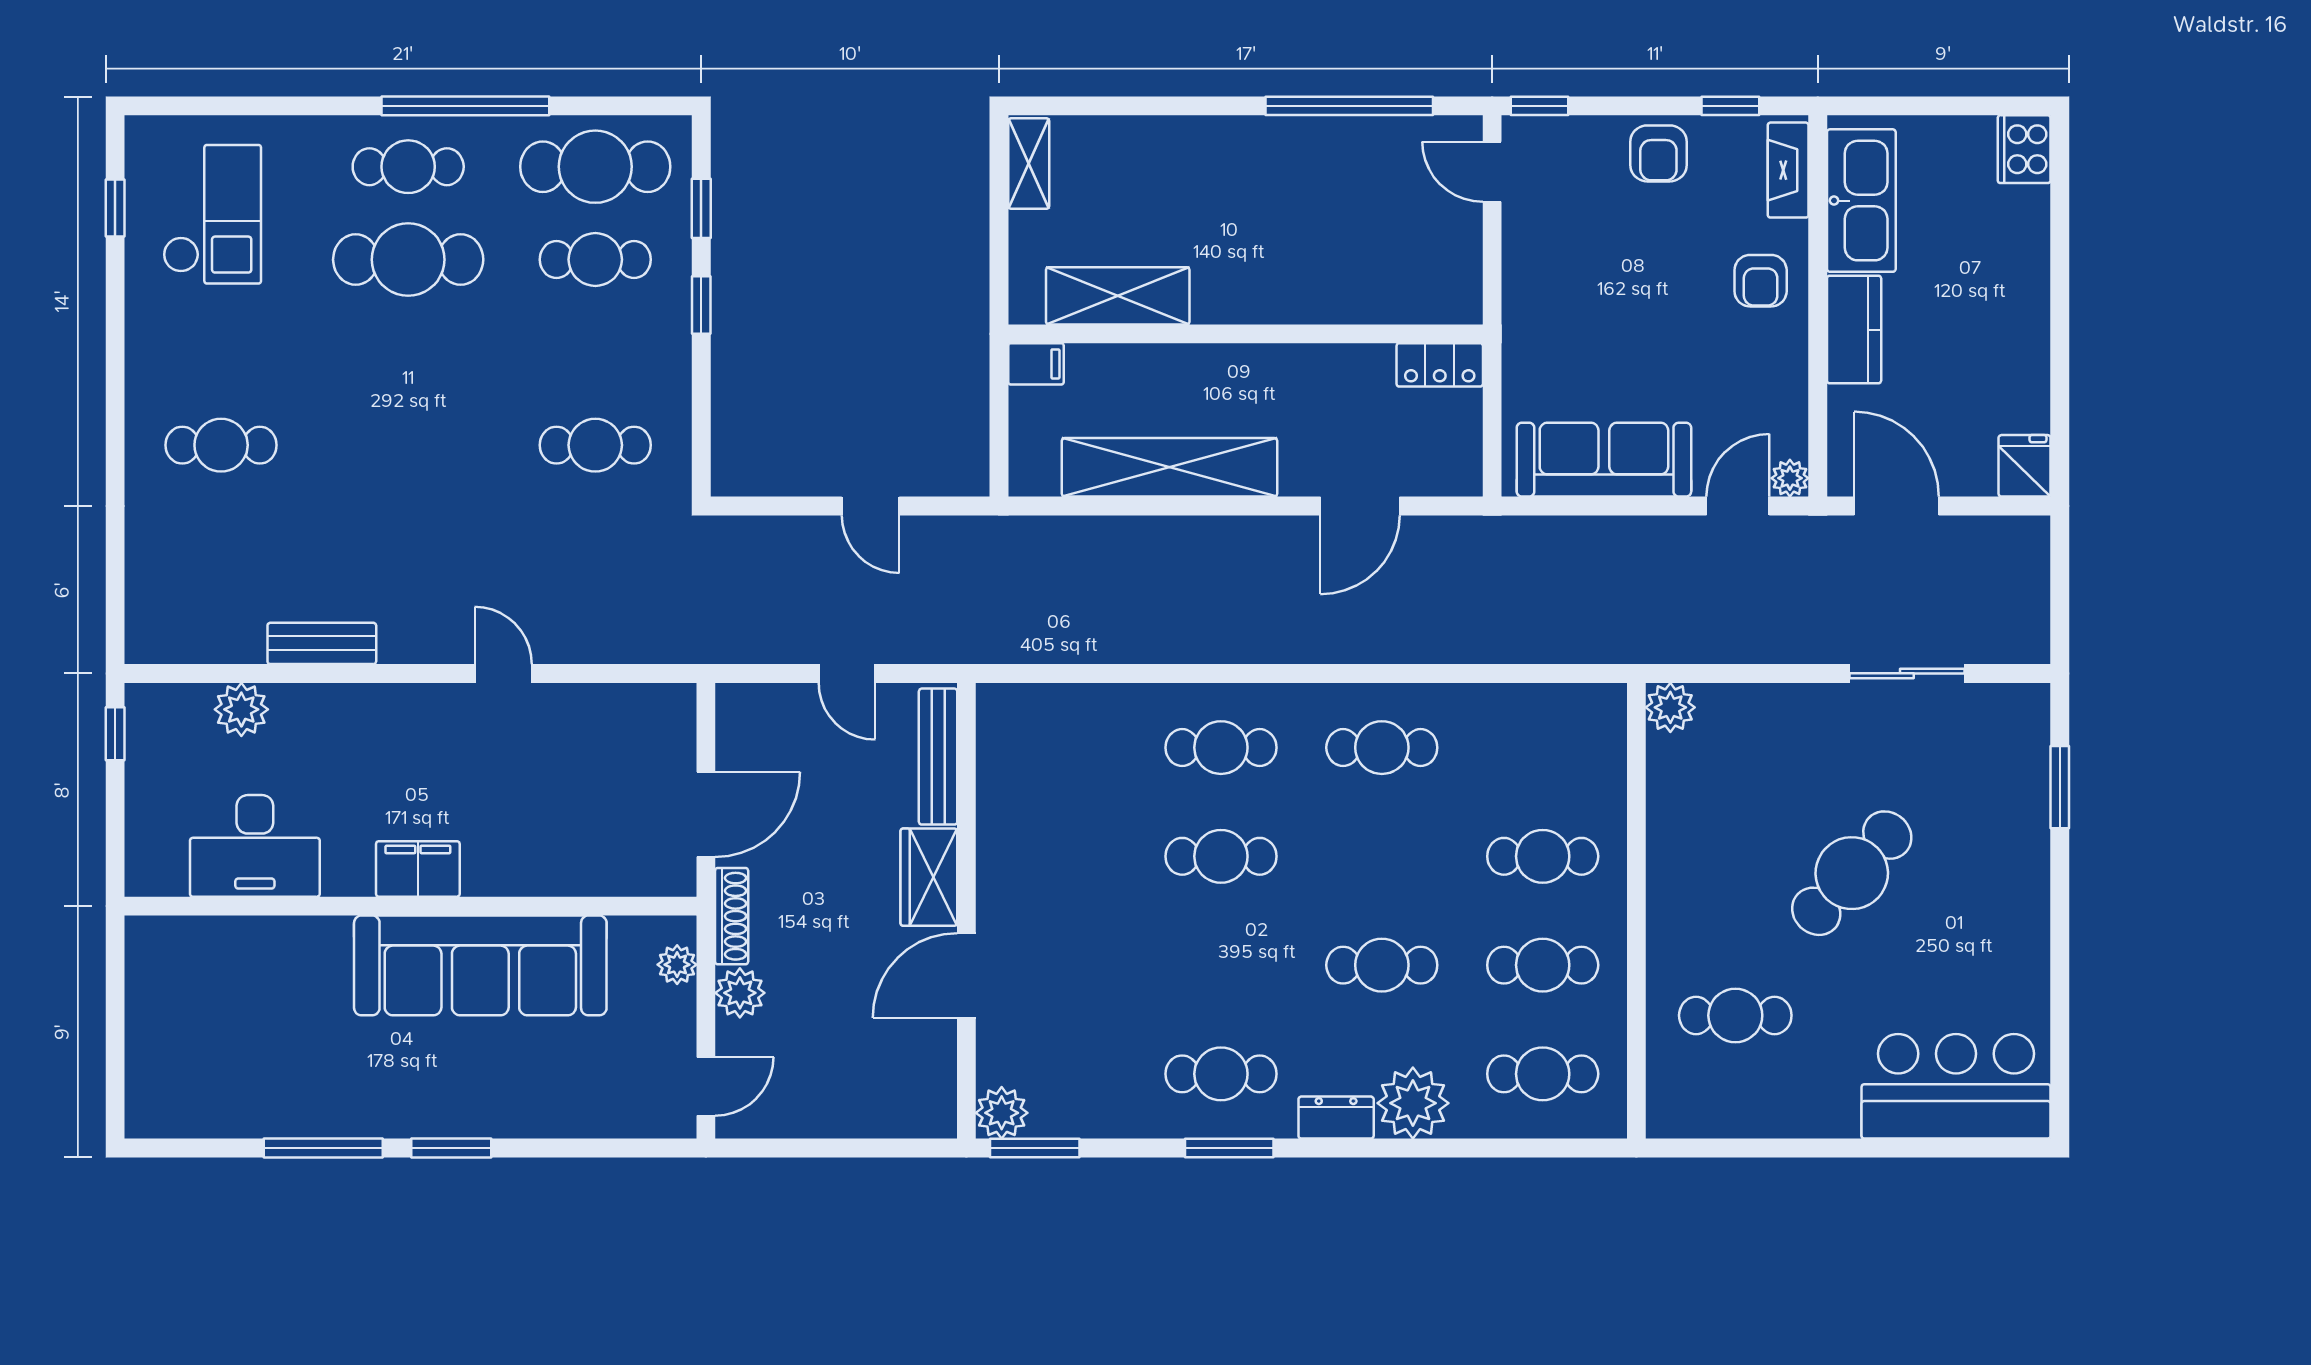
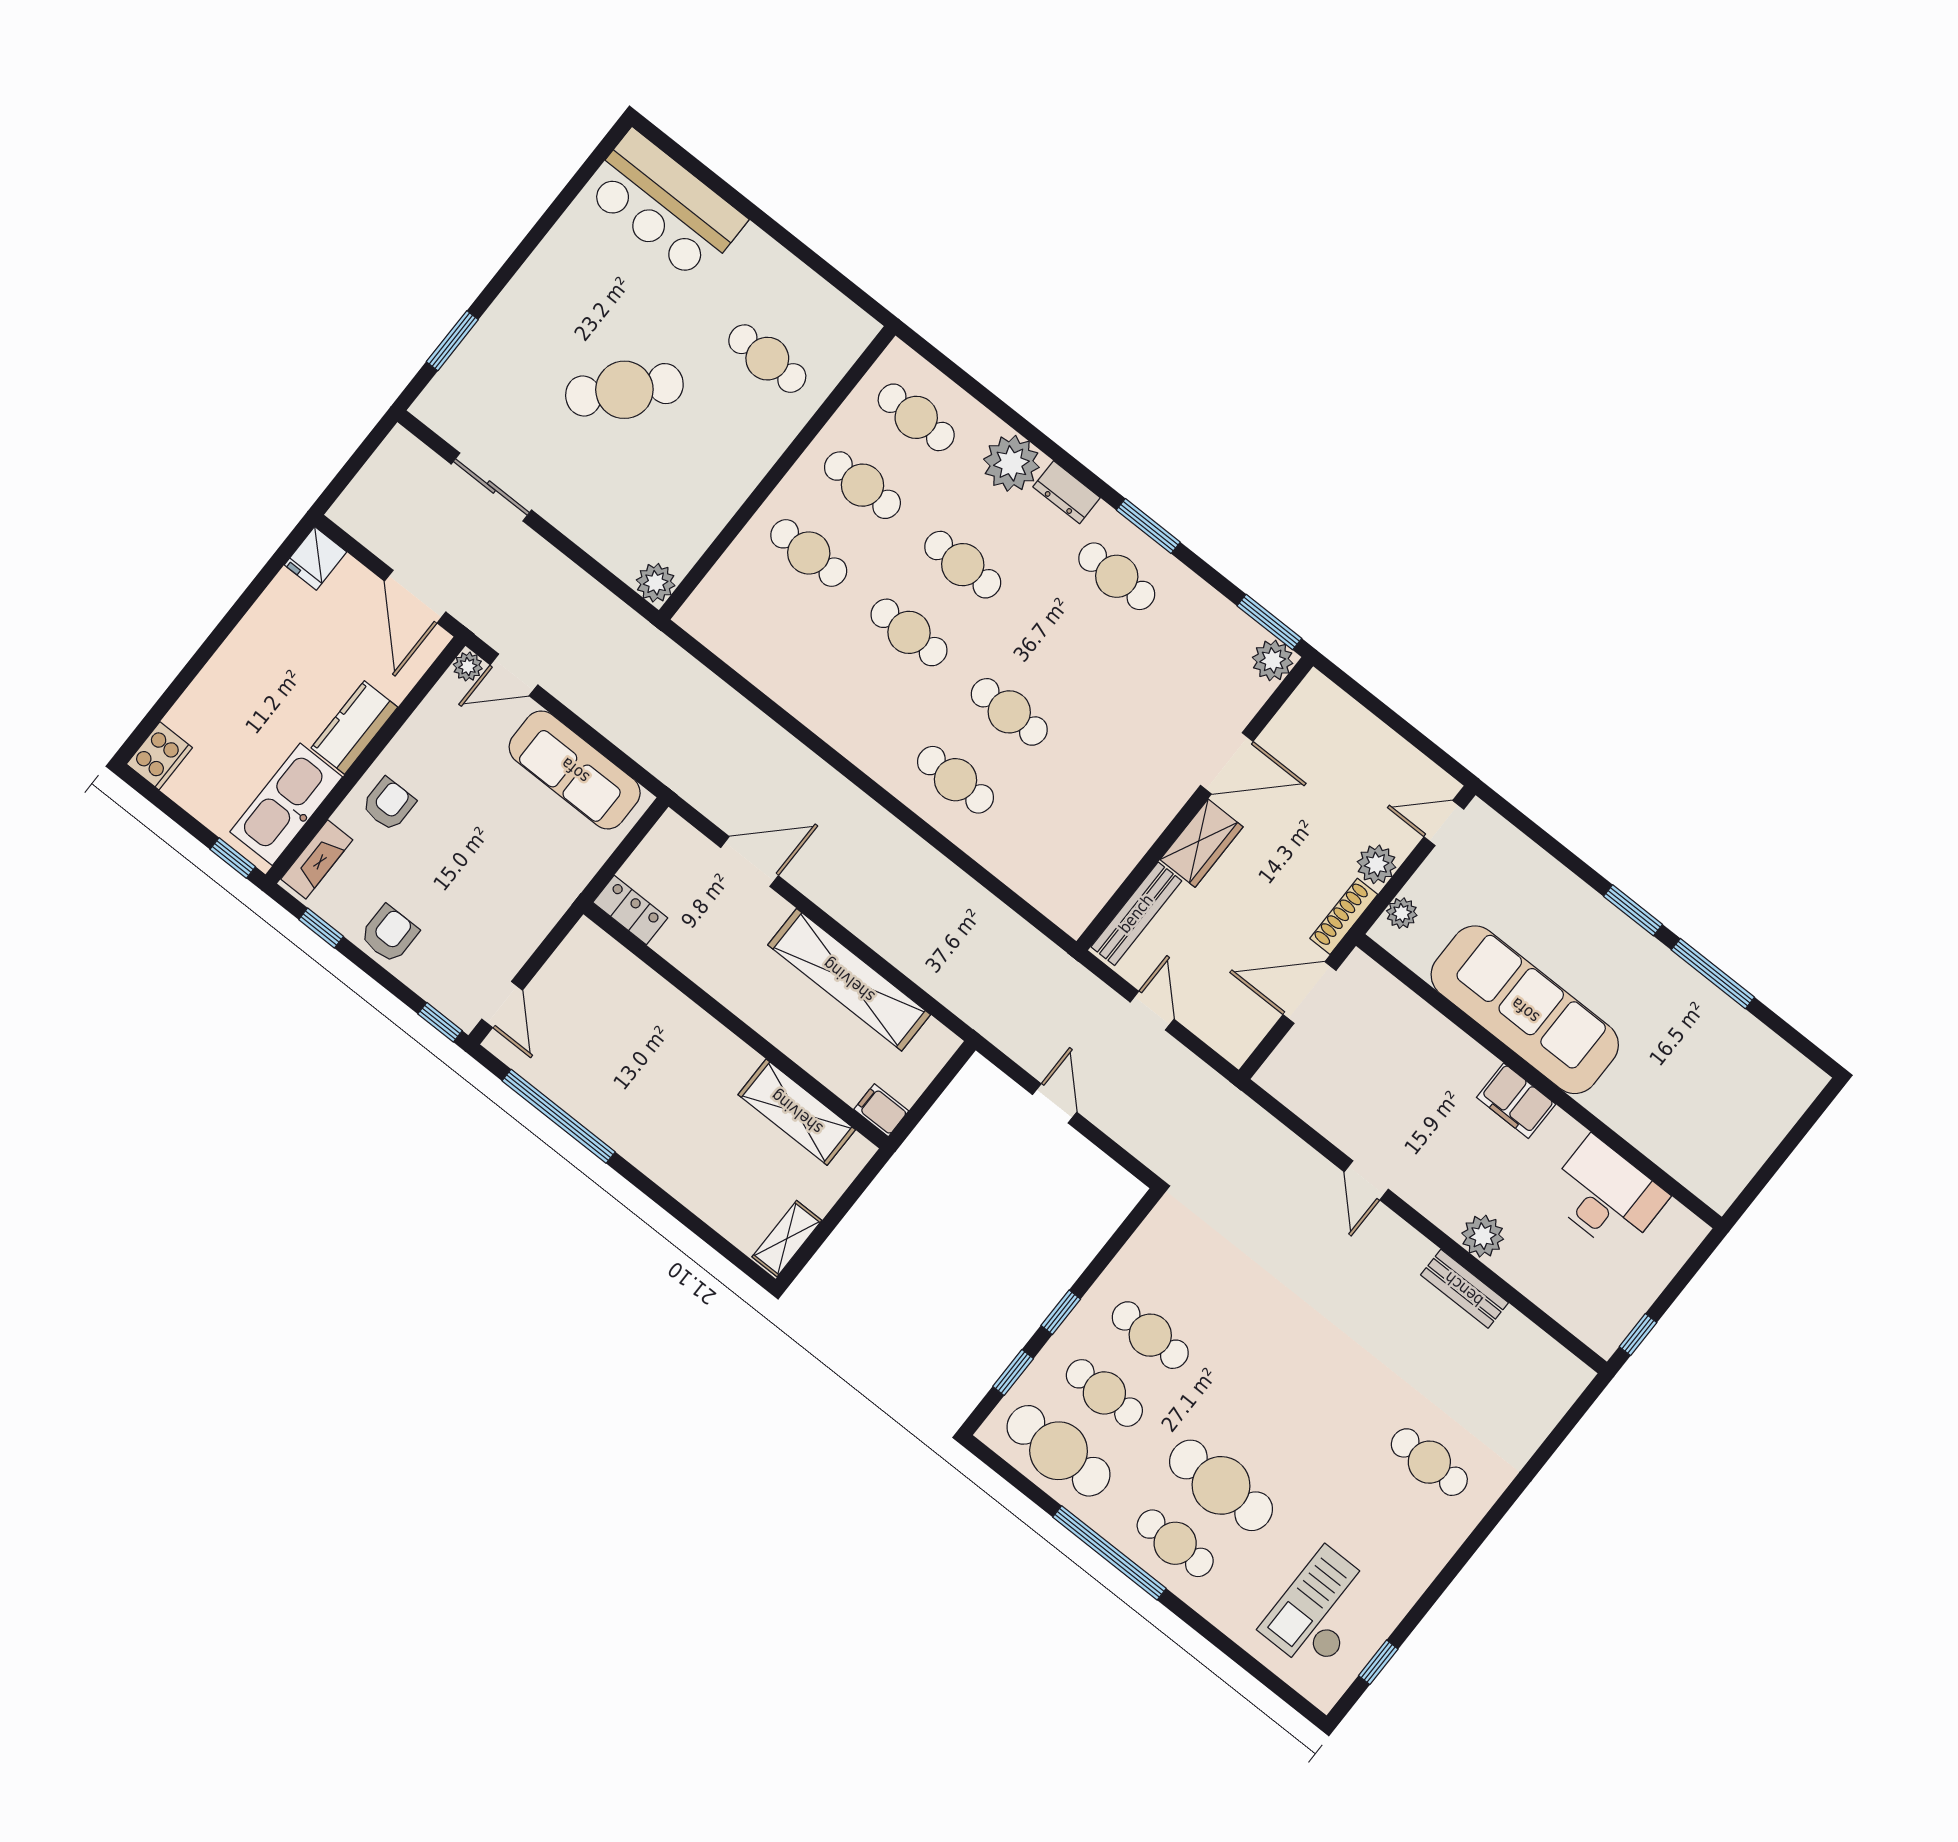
window: (1872, 106) -> (233, 858), added
cafe table: (595, 445) -> (1150, 1335), moved
plant: (241, 709) -> (1483, 1236), moved
cafe table: (1382, 748) -> (909, 632), moved

